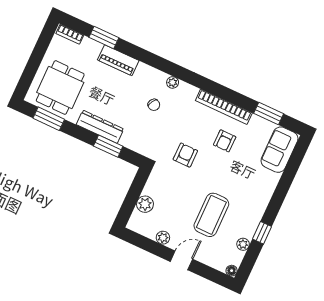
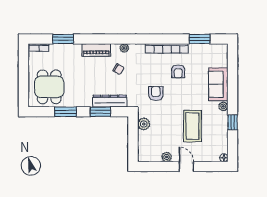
piano: (118, 60) -> (96, 50), moved
window: (49, 119) -> (66, 112), moved
dresser: (100, 127) -> (110, 101), moved
sofa: (279, 150) -> (218, 84), moved
plant: (145, 204) -> (144, 124), moved
plant: (243, 244) -> (223, 106), moved
door: (181, 260) -> (186, 167), hinge flipped

